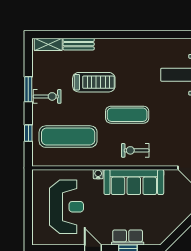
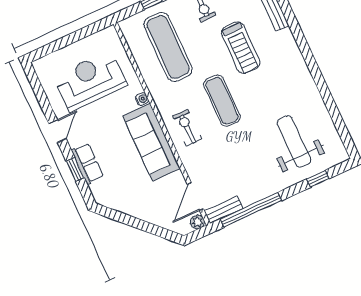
reception desk: (66, 207) -> (90, 81), turned 180

